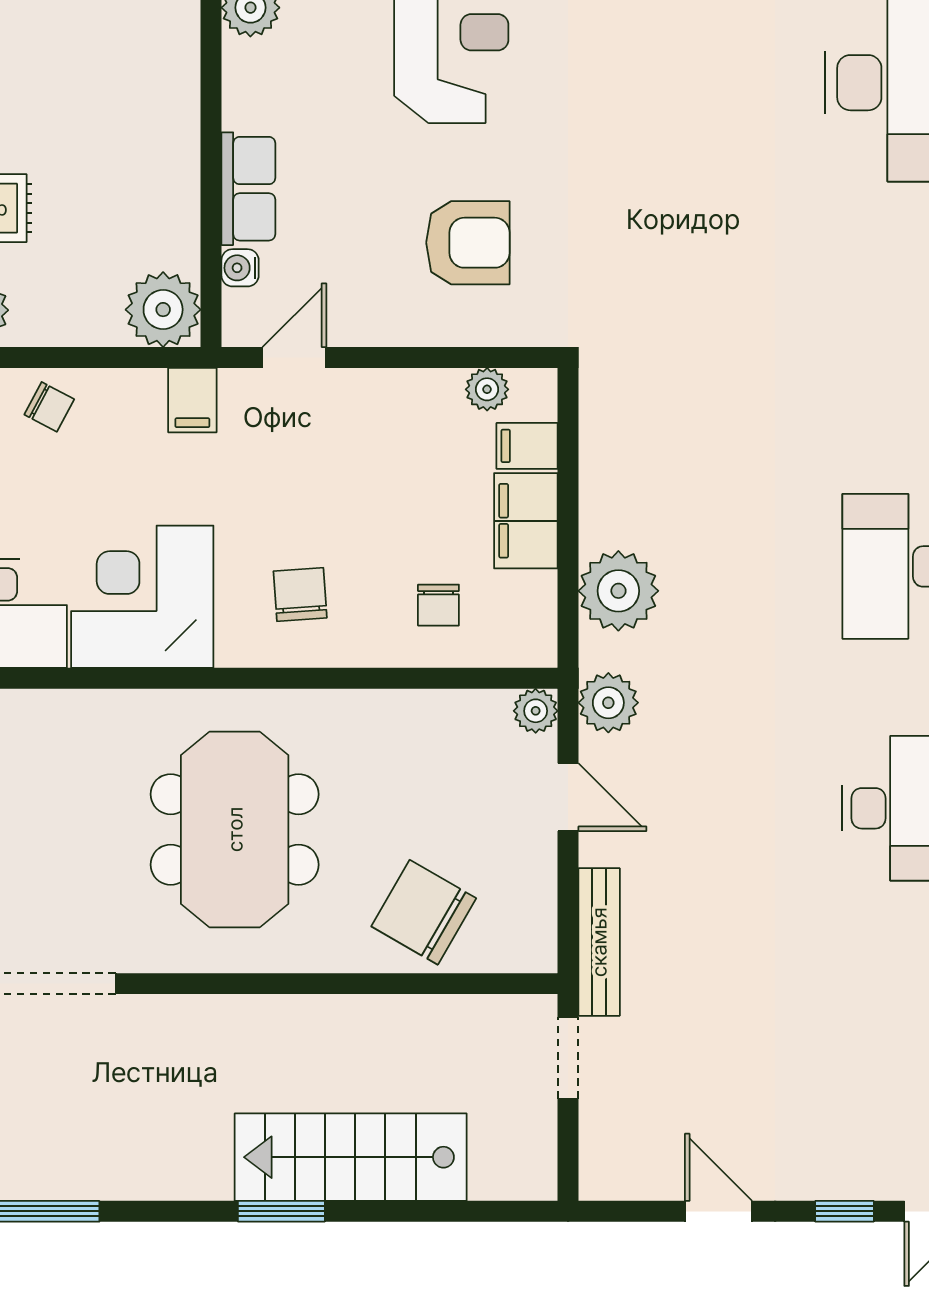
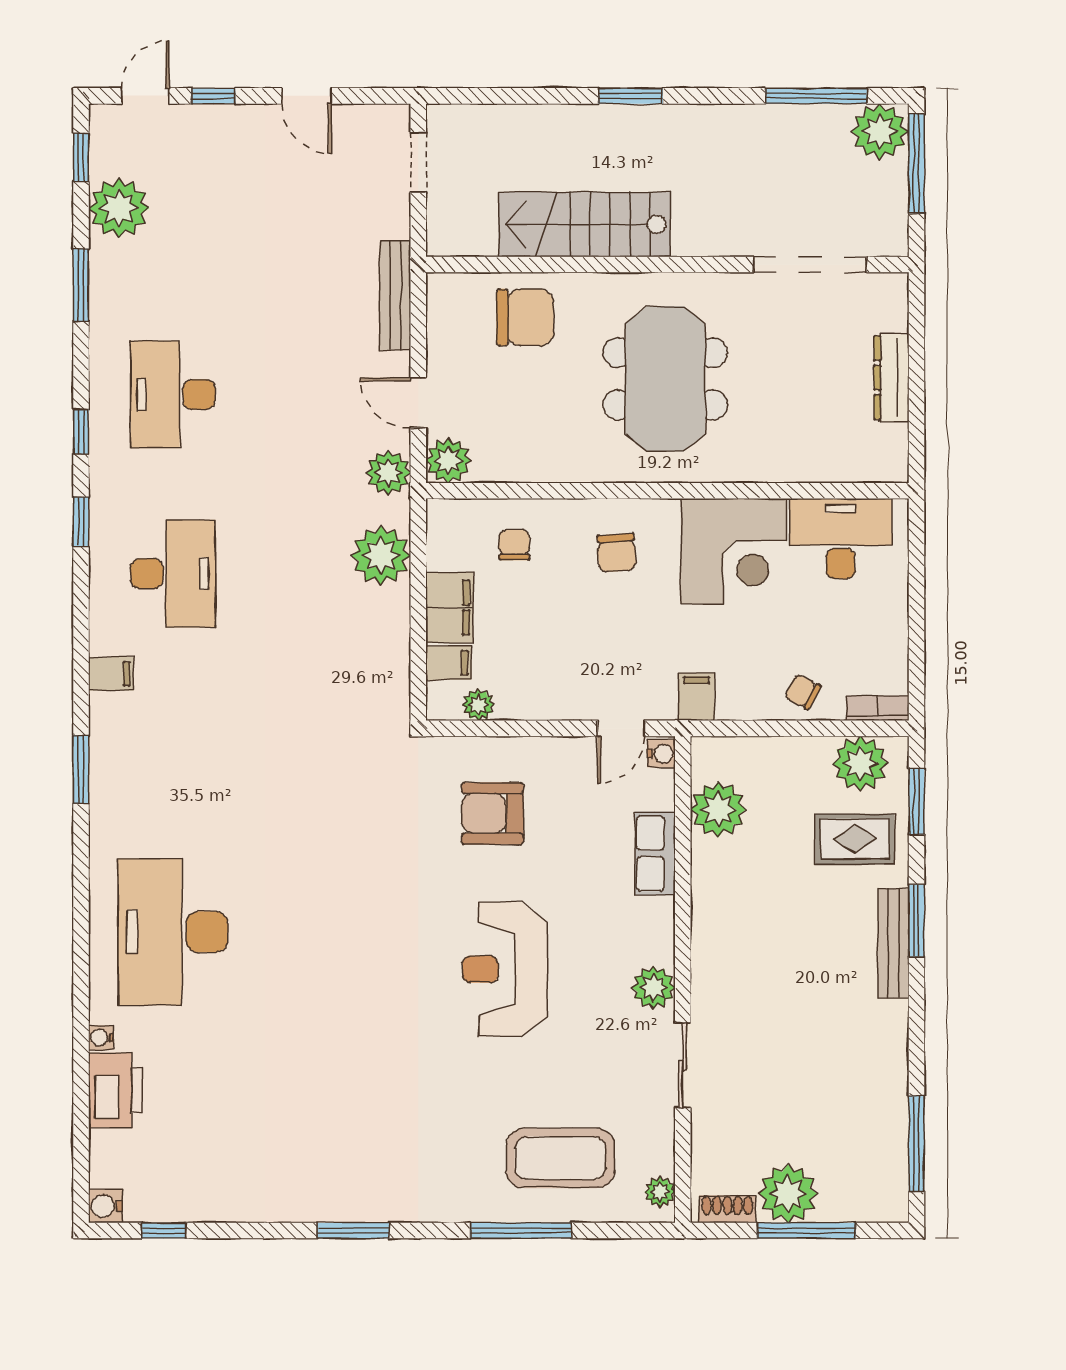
water cooler: (240, 268) -> (661, 754), moved
plant: (163, 310) -> (718, 809), moved
plant: (536, 711) -> (448, 461), width x1.38, depth x1.38
chair: (424, 912) -> (525, 317), turned -30
doorway: (568, 1058) -> (418, 162), moved
stairs: (351, 1157) -> (584, 224), moved, turned 180

